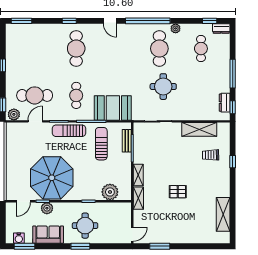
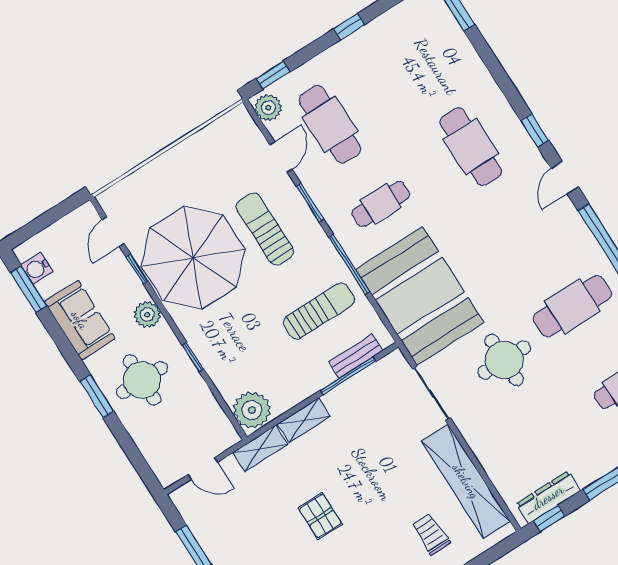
window: (69, 21) -> (535, 131), moved
cafe table: (76, 49) -> (471, 147), turned 90
dresser: (225, 103) -> (548, 497), width x1.44
booth: (113, 108) -> (420, 296), width x1.36, depth x1.42
door: (35, 121) -> (281, 157), hinge flipped
shelving: (199, 129) -> (466, 481), width x1.47
sun lounger: (69, 131) -> (265, 229), moved
plant: (110, 192) -> (252, 410), moved
door: (23, 201) -> (113, 232), hinge flipped
plant: (47, 208) -> (147, 315), moved
door: (132, 234) -> (203, 468), moved

